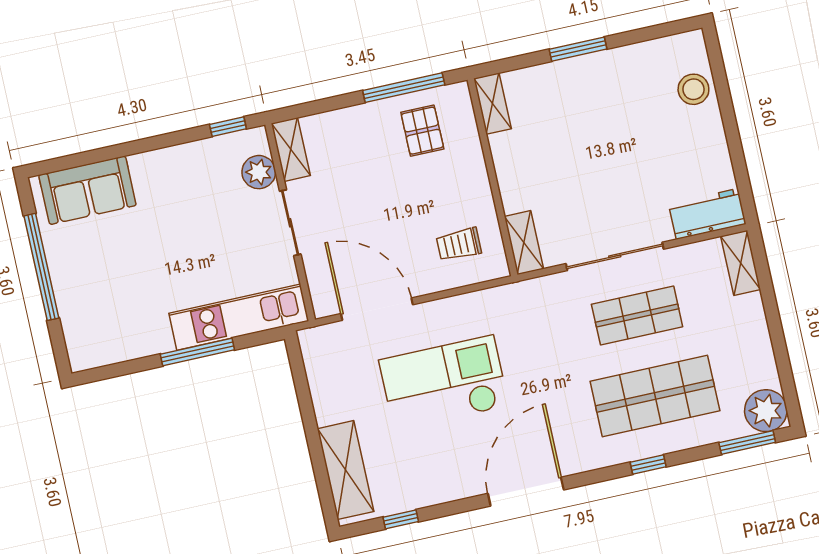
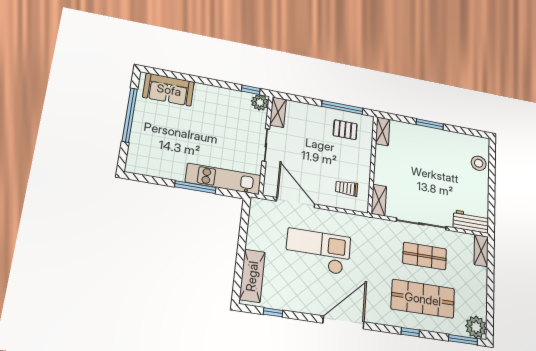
pallet: (422, 131) -> (345, 130), turned 90
plant: (259, 172) -> (260, 102), moved

